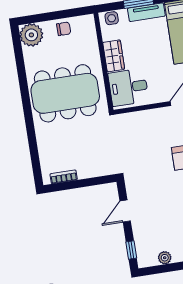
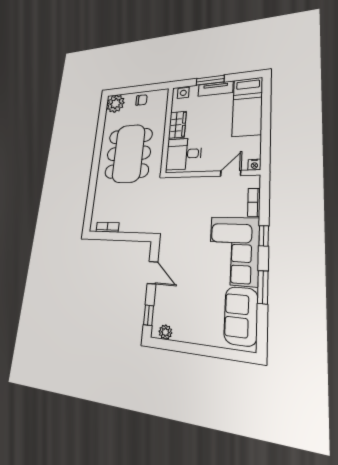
dining table: (65, 93) -> (129, 153), turned 90
door: (125, 211) -> (152, 273), swing flipped
plant: (165, 258) -> (165, 332), moved

